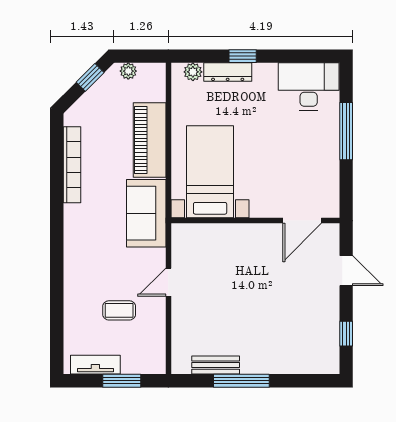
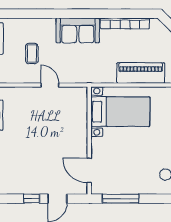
window: (346, 131) -> (121, 199), moved
sofa: (146, 213) -> (78, 30), moved, turned 180
window: (346, 334) -> (32, 199), moved

